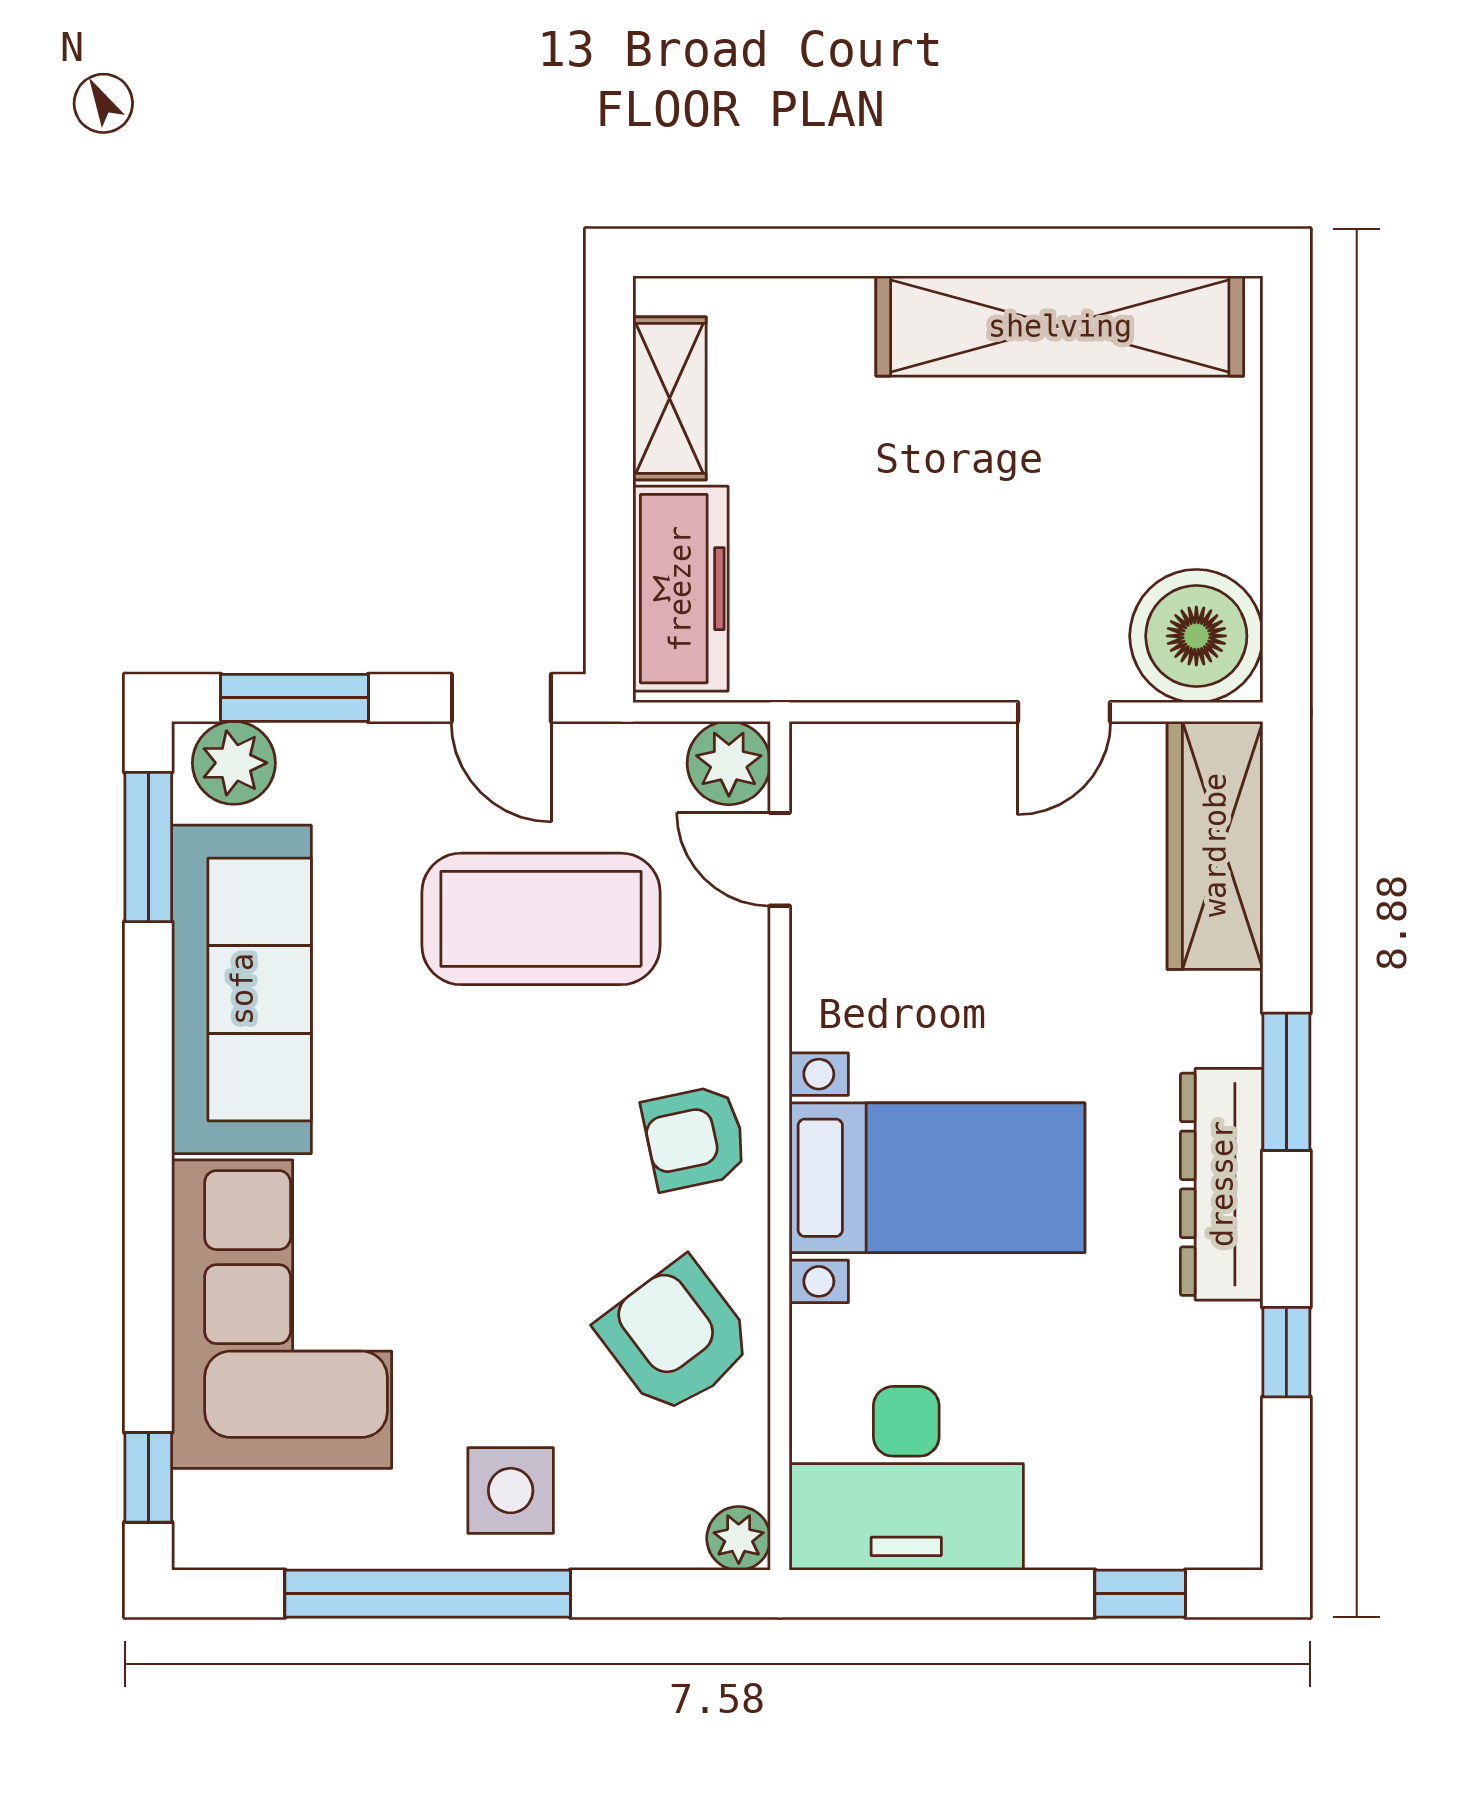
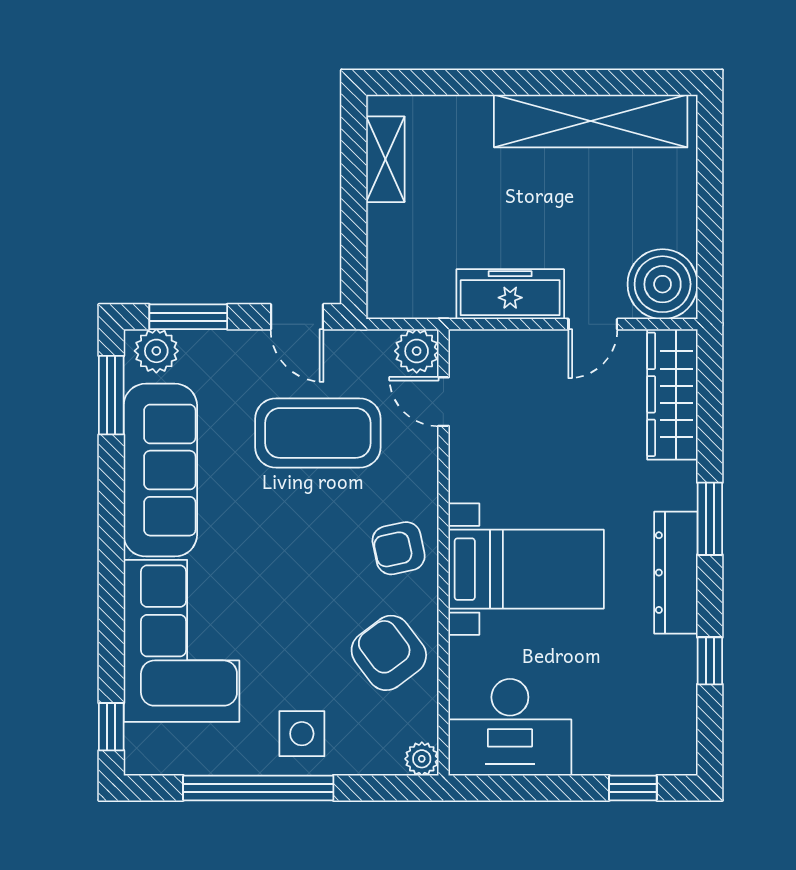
freezer: (680, 589) -> (510, 294), moved, turned -90

